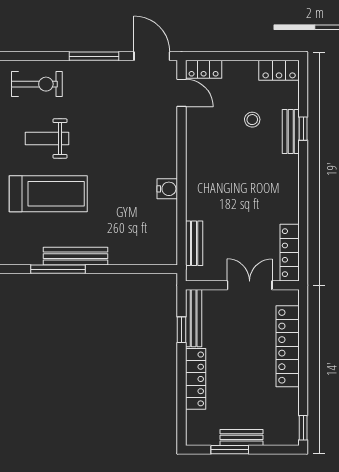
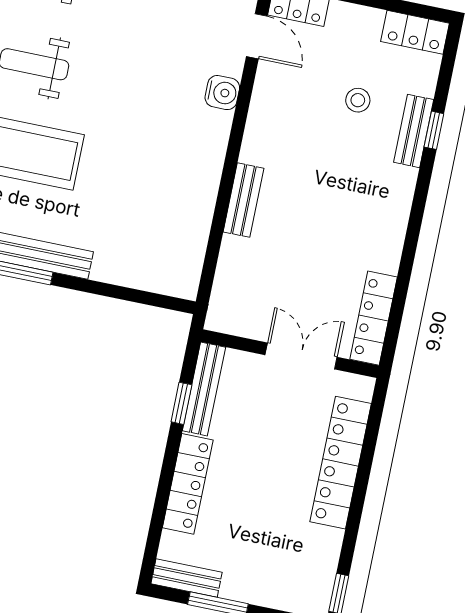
water cooler: (167, 189) -> (222, 93), moved
bench: (194, 243) -> (243, 200), moved
bench: (242, 437) -> (187, 578), moved

